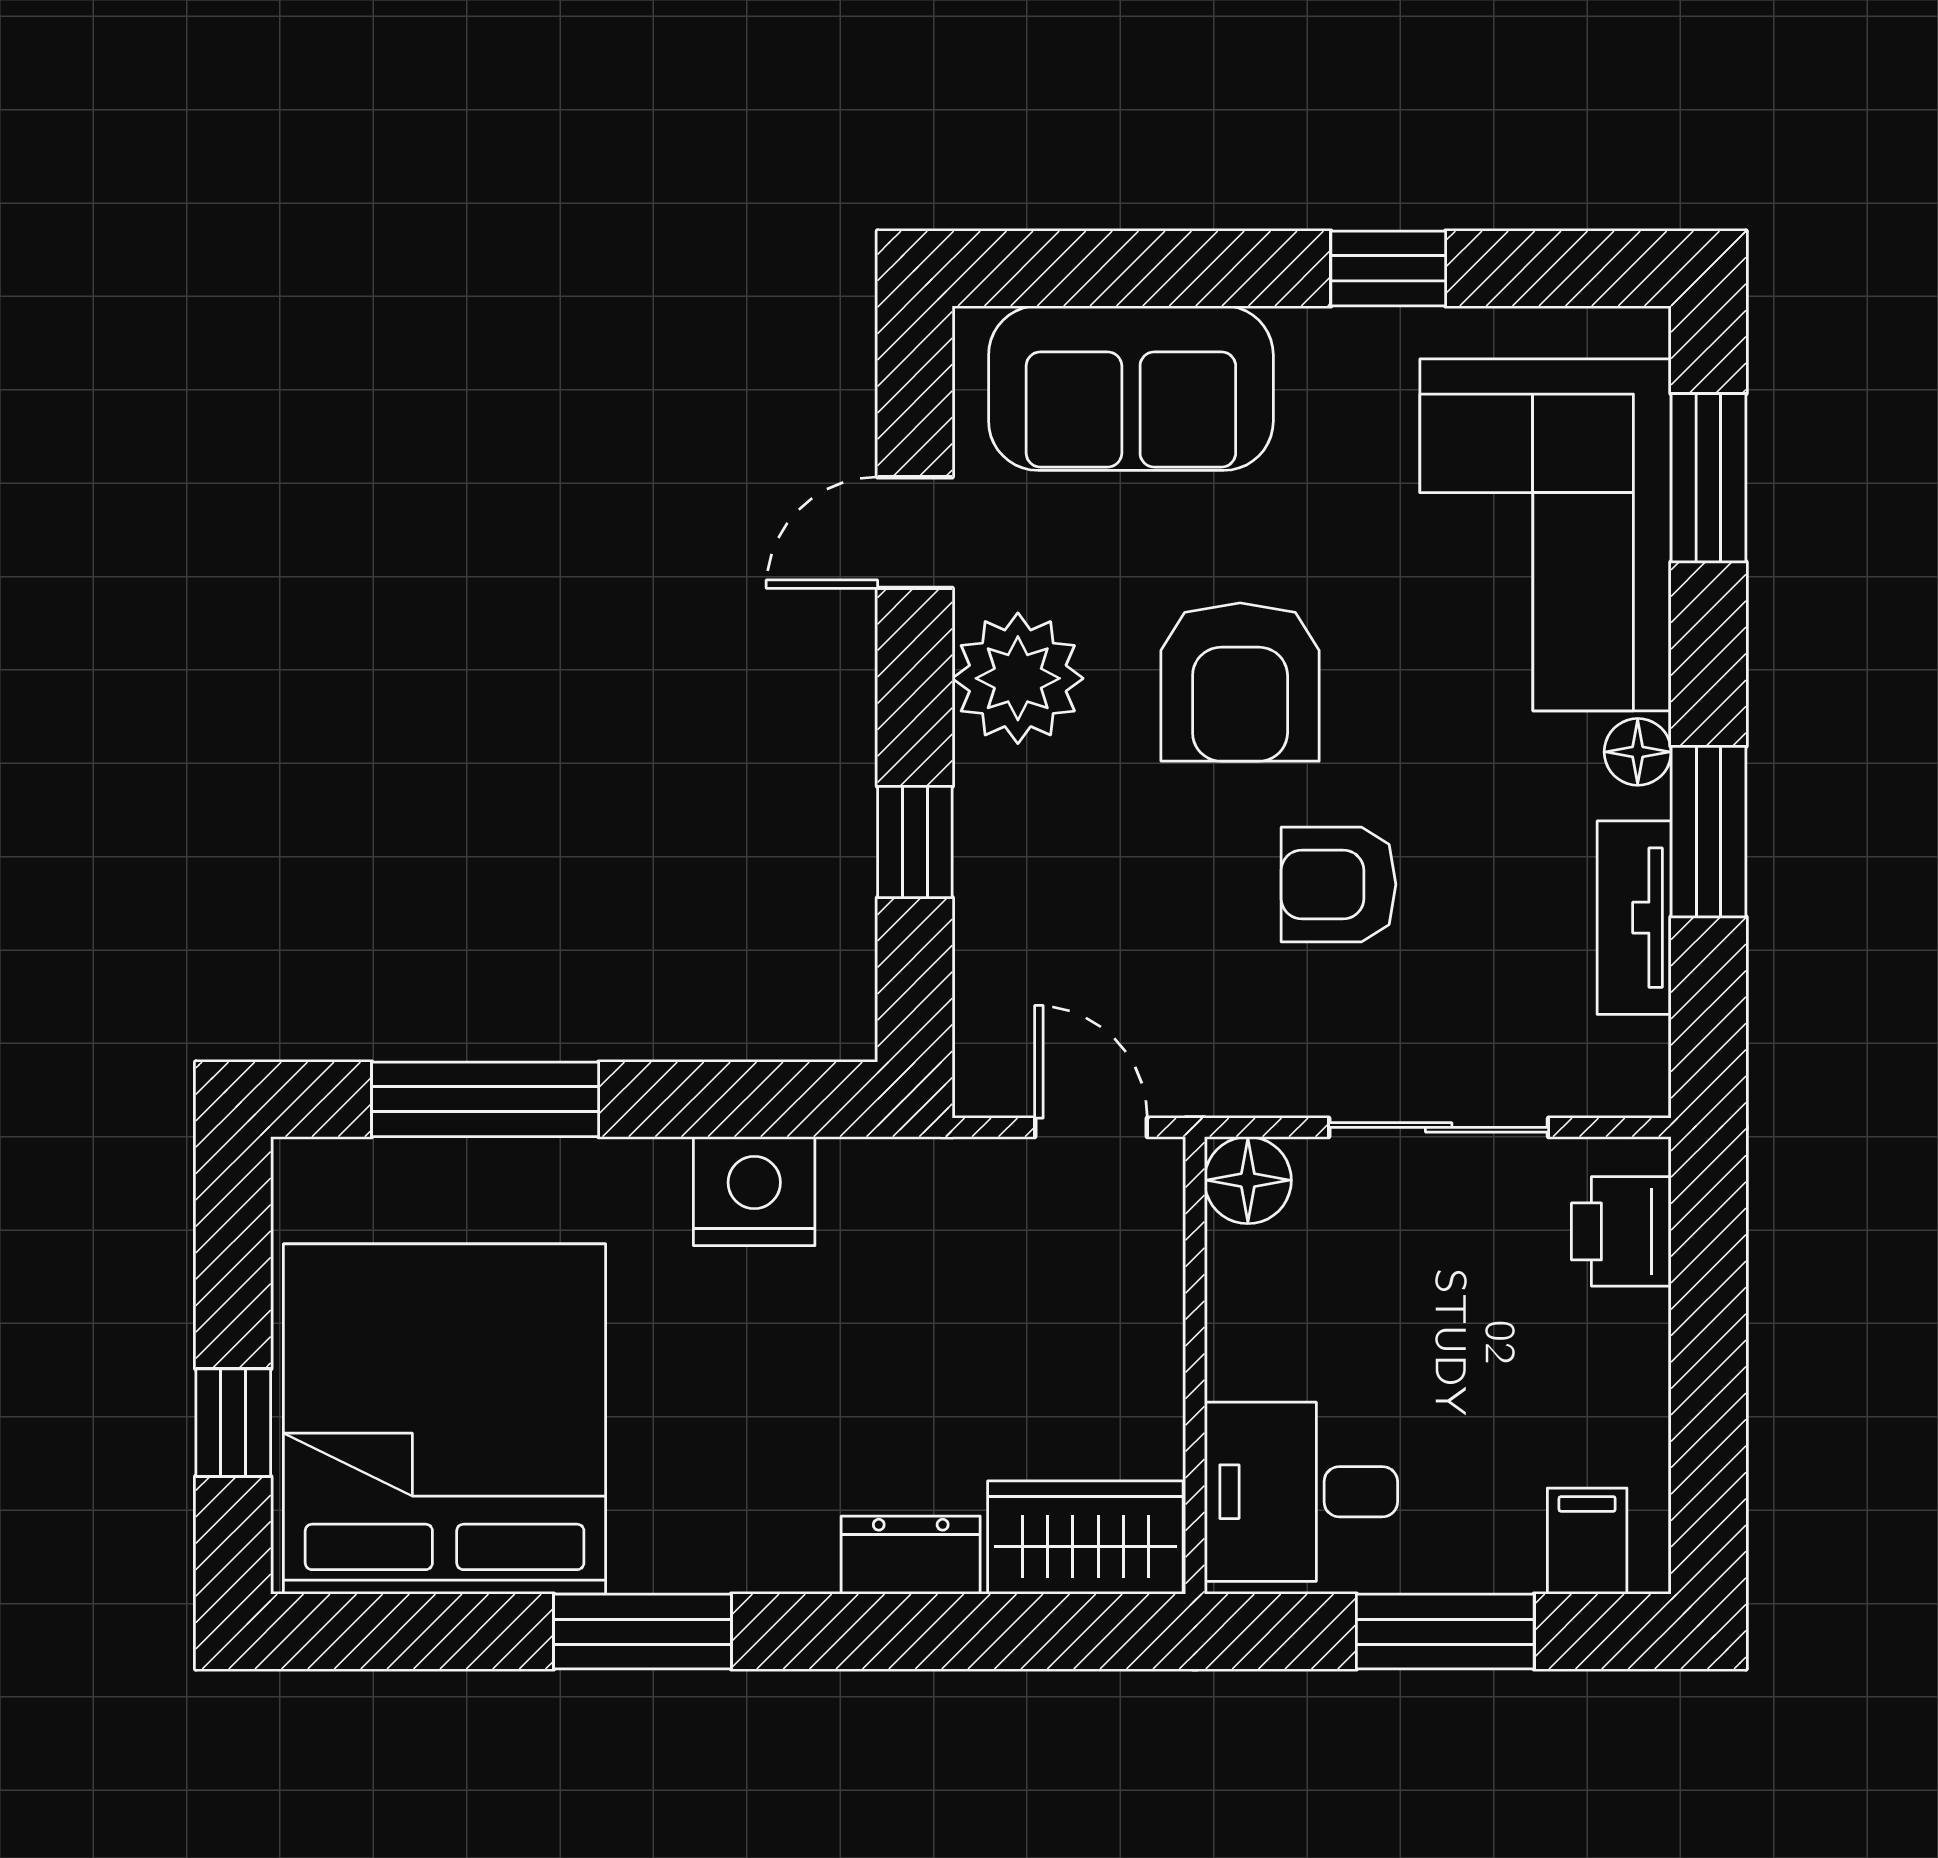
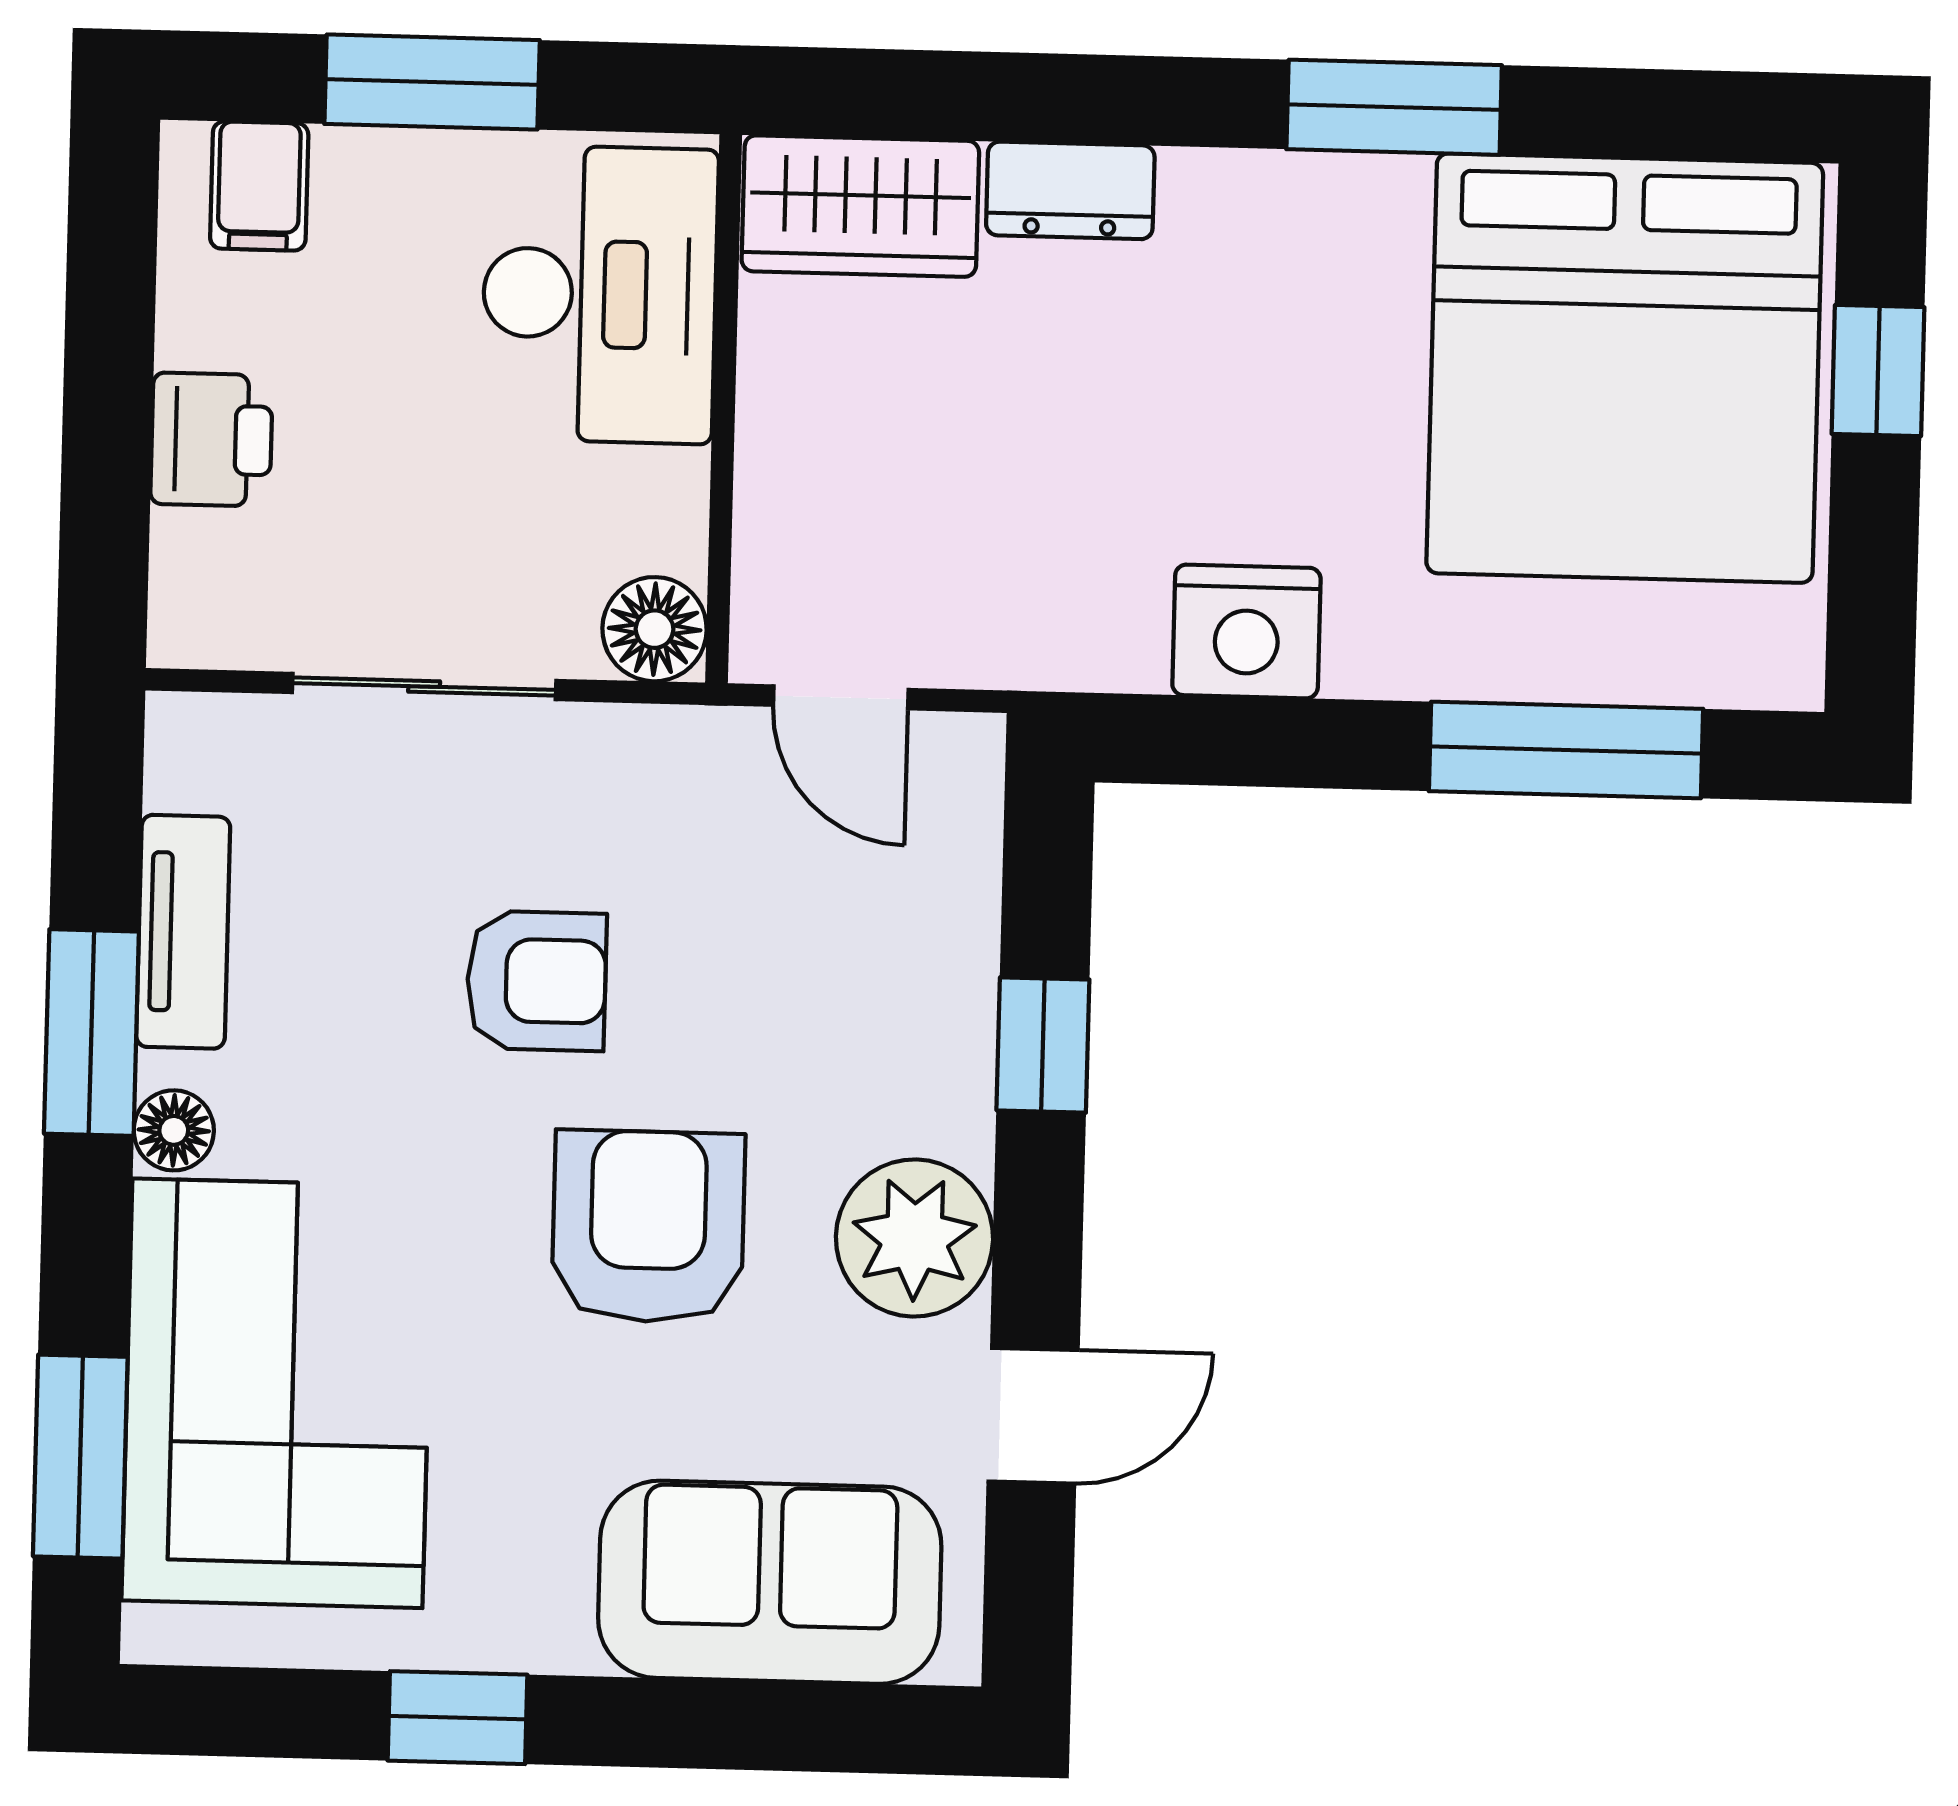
printer: (1621, 1231) -> (212, 440), moved
desk: (1301, 1492) -> (600, 294), width x1.37

